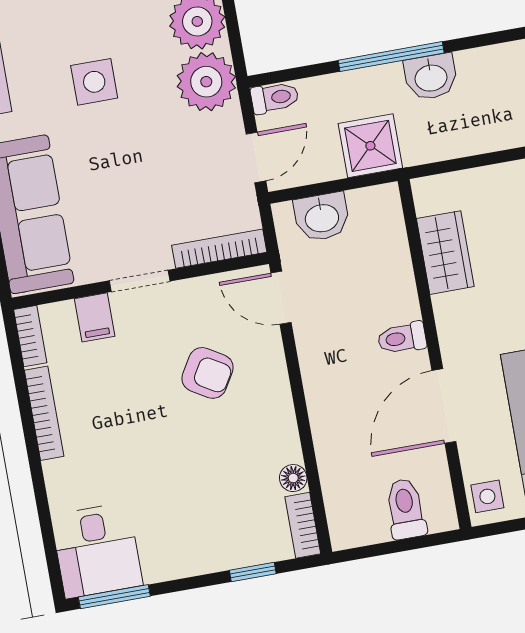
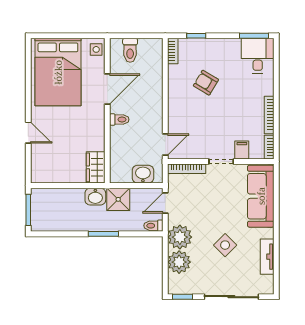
window: (391, 57) -> (103, 234), width x0.69
washbasin: (431, 77) -> (95, 197), moved, turned 180
side table: (94, 82) -> (225, 245), turned 45
wardrobe: (445, 253) -> (96, 167), moved
door: (281, 298) -> (165, 145), hinge flipped
armchair: (207, 373) -> (206, 83), moved
floor lamp: (293, 478) -> (173, 71), removed

